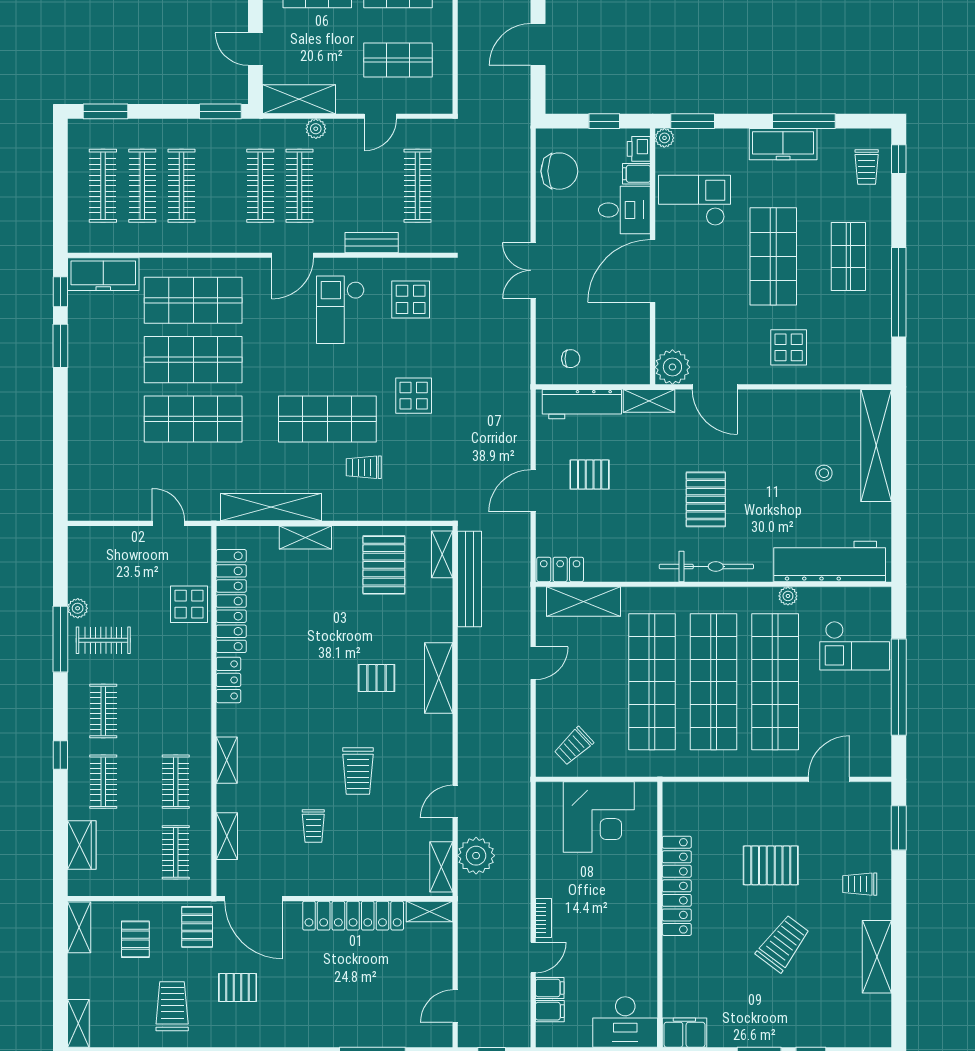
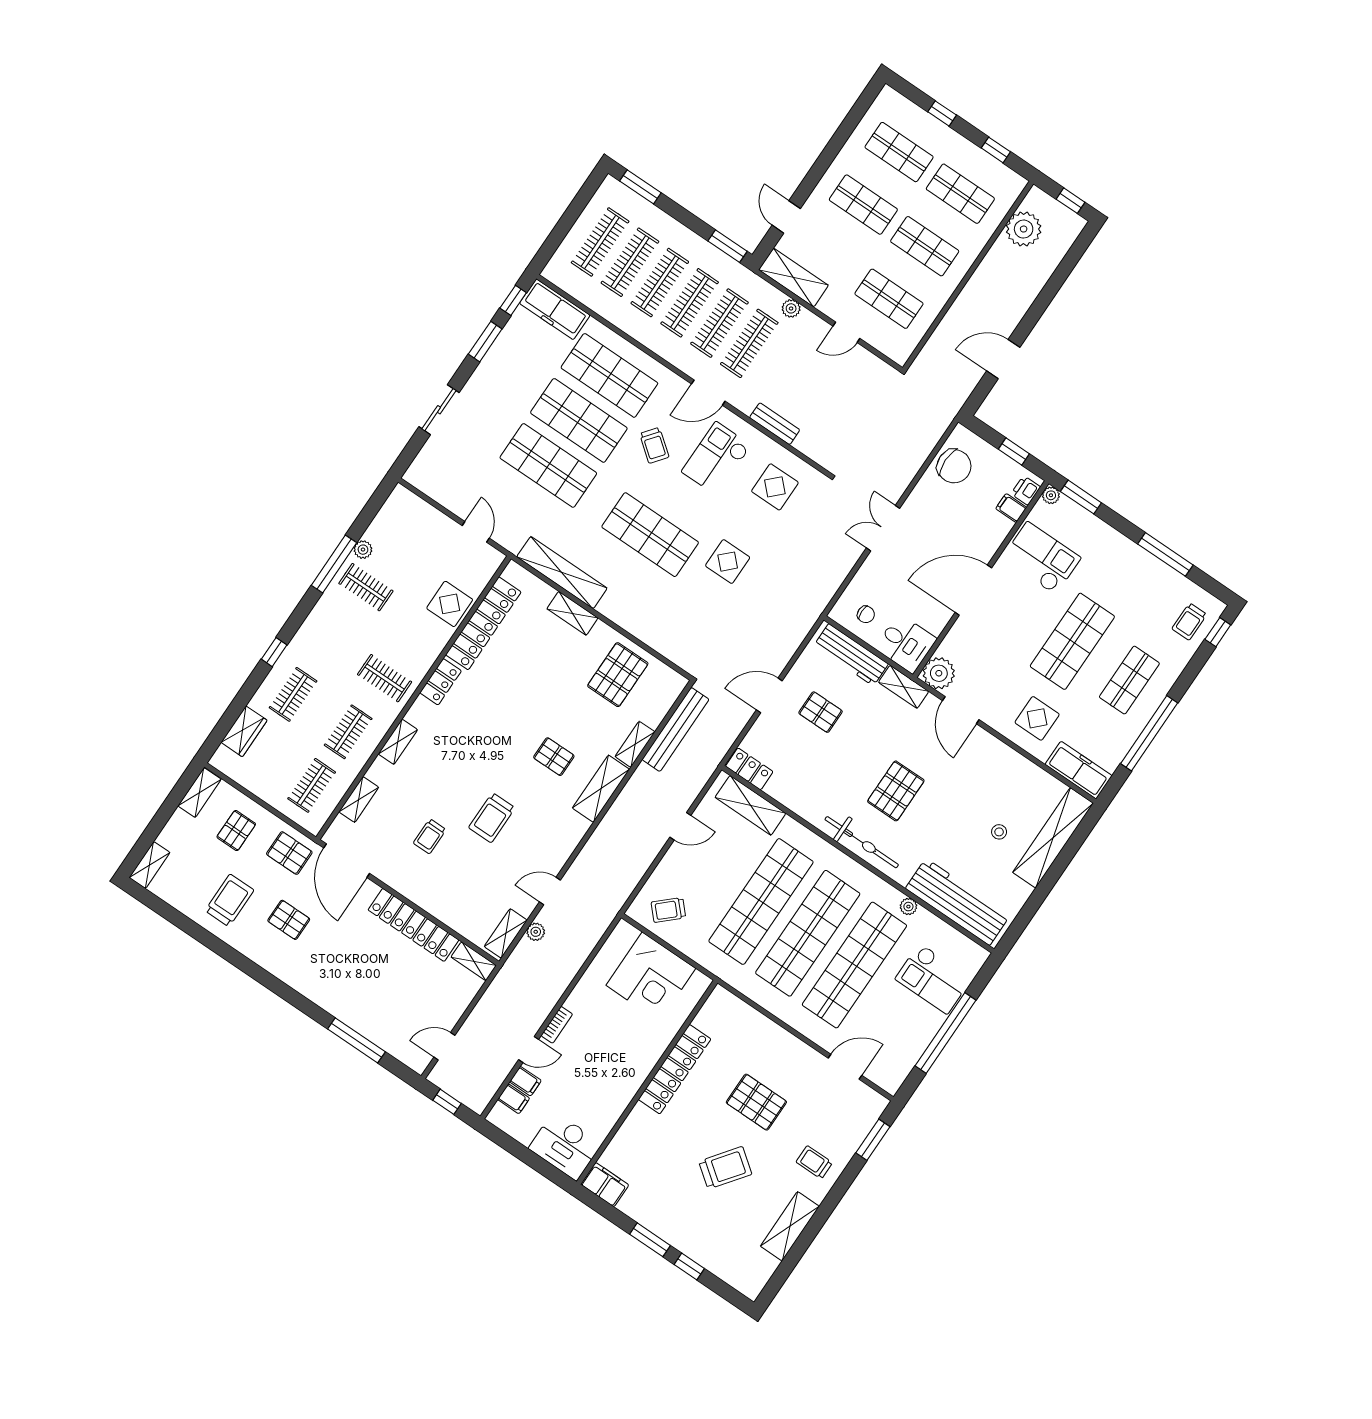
freezer: (783, 144) -> (1079, 770), moved, turned 180
clothes rail: (417, 186) -> (690, 303), moved
desk: (624, 210) -> (906, 644), moved
sliding door: (60, 436) -> (439, 410), added
trolley: (364, 467) -> (654, 445), moved, turned -142
shelving: (442, 554) -> (635, 744), moved
clothes rail: (103, 711) -> (385, 678), moved, turned 90
plant: (476, 856) -> (536, 932), width x0.53, depth x0.53
pallet: (197, 927) -> (289, 853), turned 90

